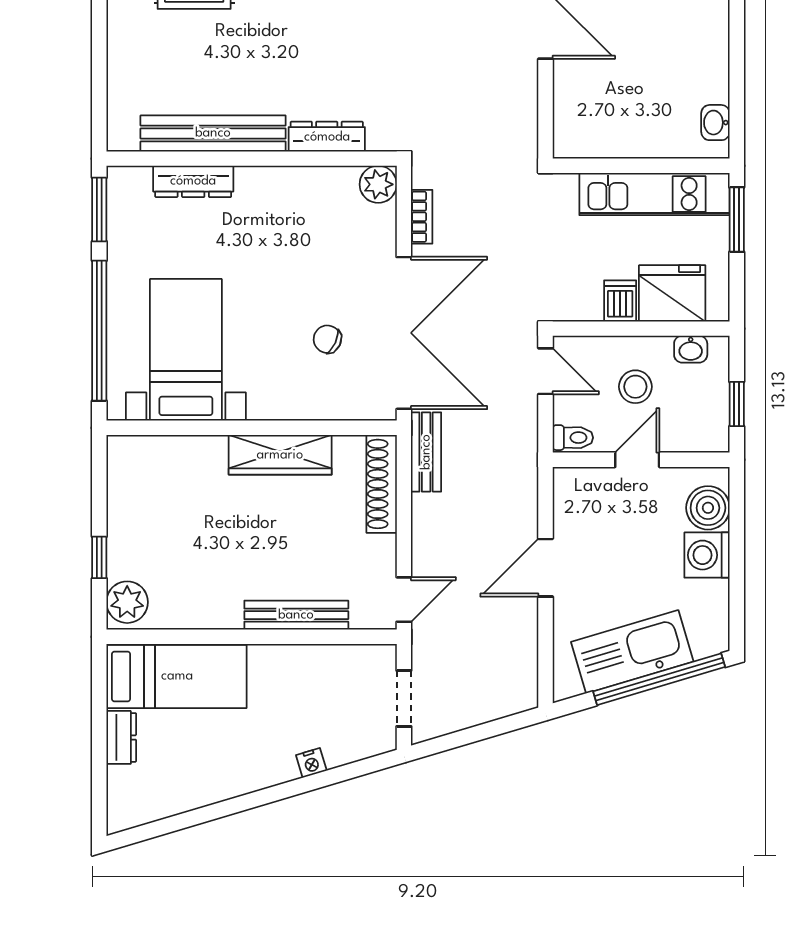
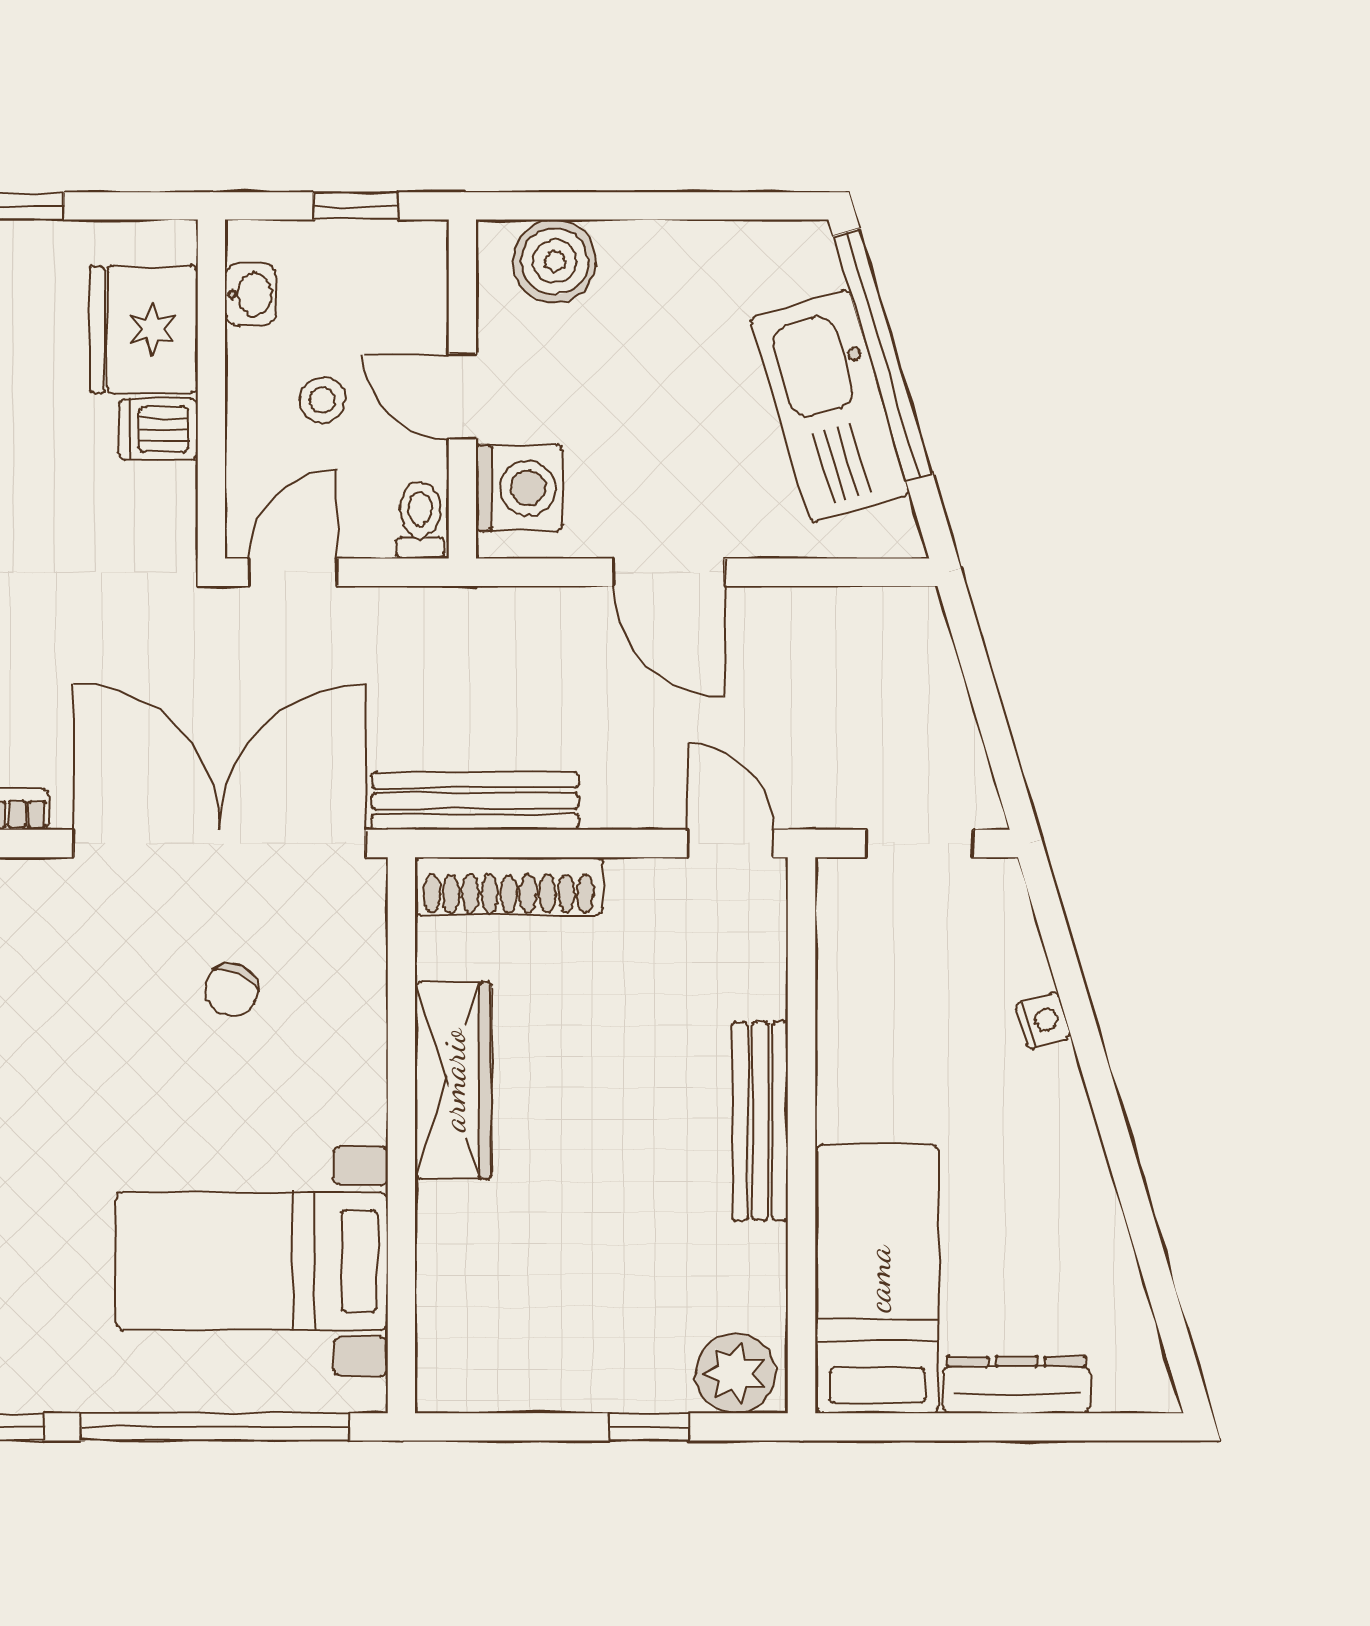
stool: (635, 387) -> (323, 400), width x0.73, depth x0.73
bench: (426, 452) -> (475, 801), width x1.36
washing machine: (707, 555) -> (519, 488), moved, turned -90
bench: (296, 615) -> (760, 1121), moved
dresser: (121, 737) -> (1016, 1385), width x1.44

